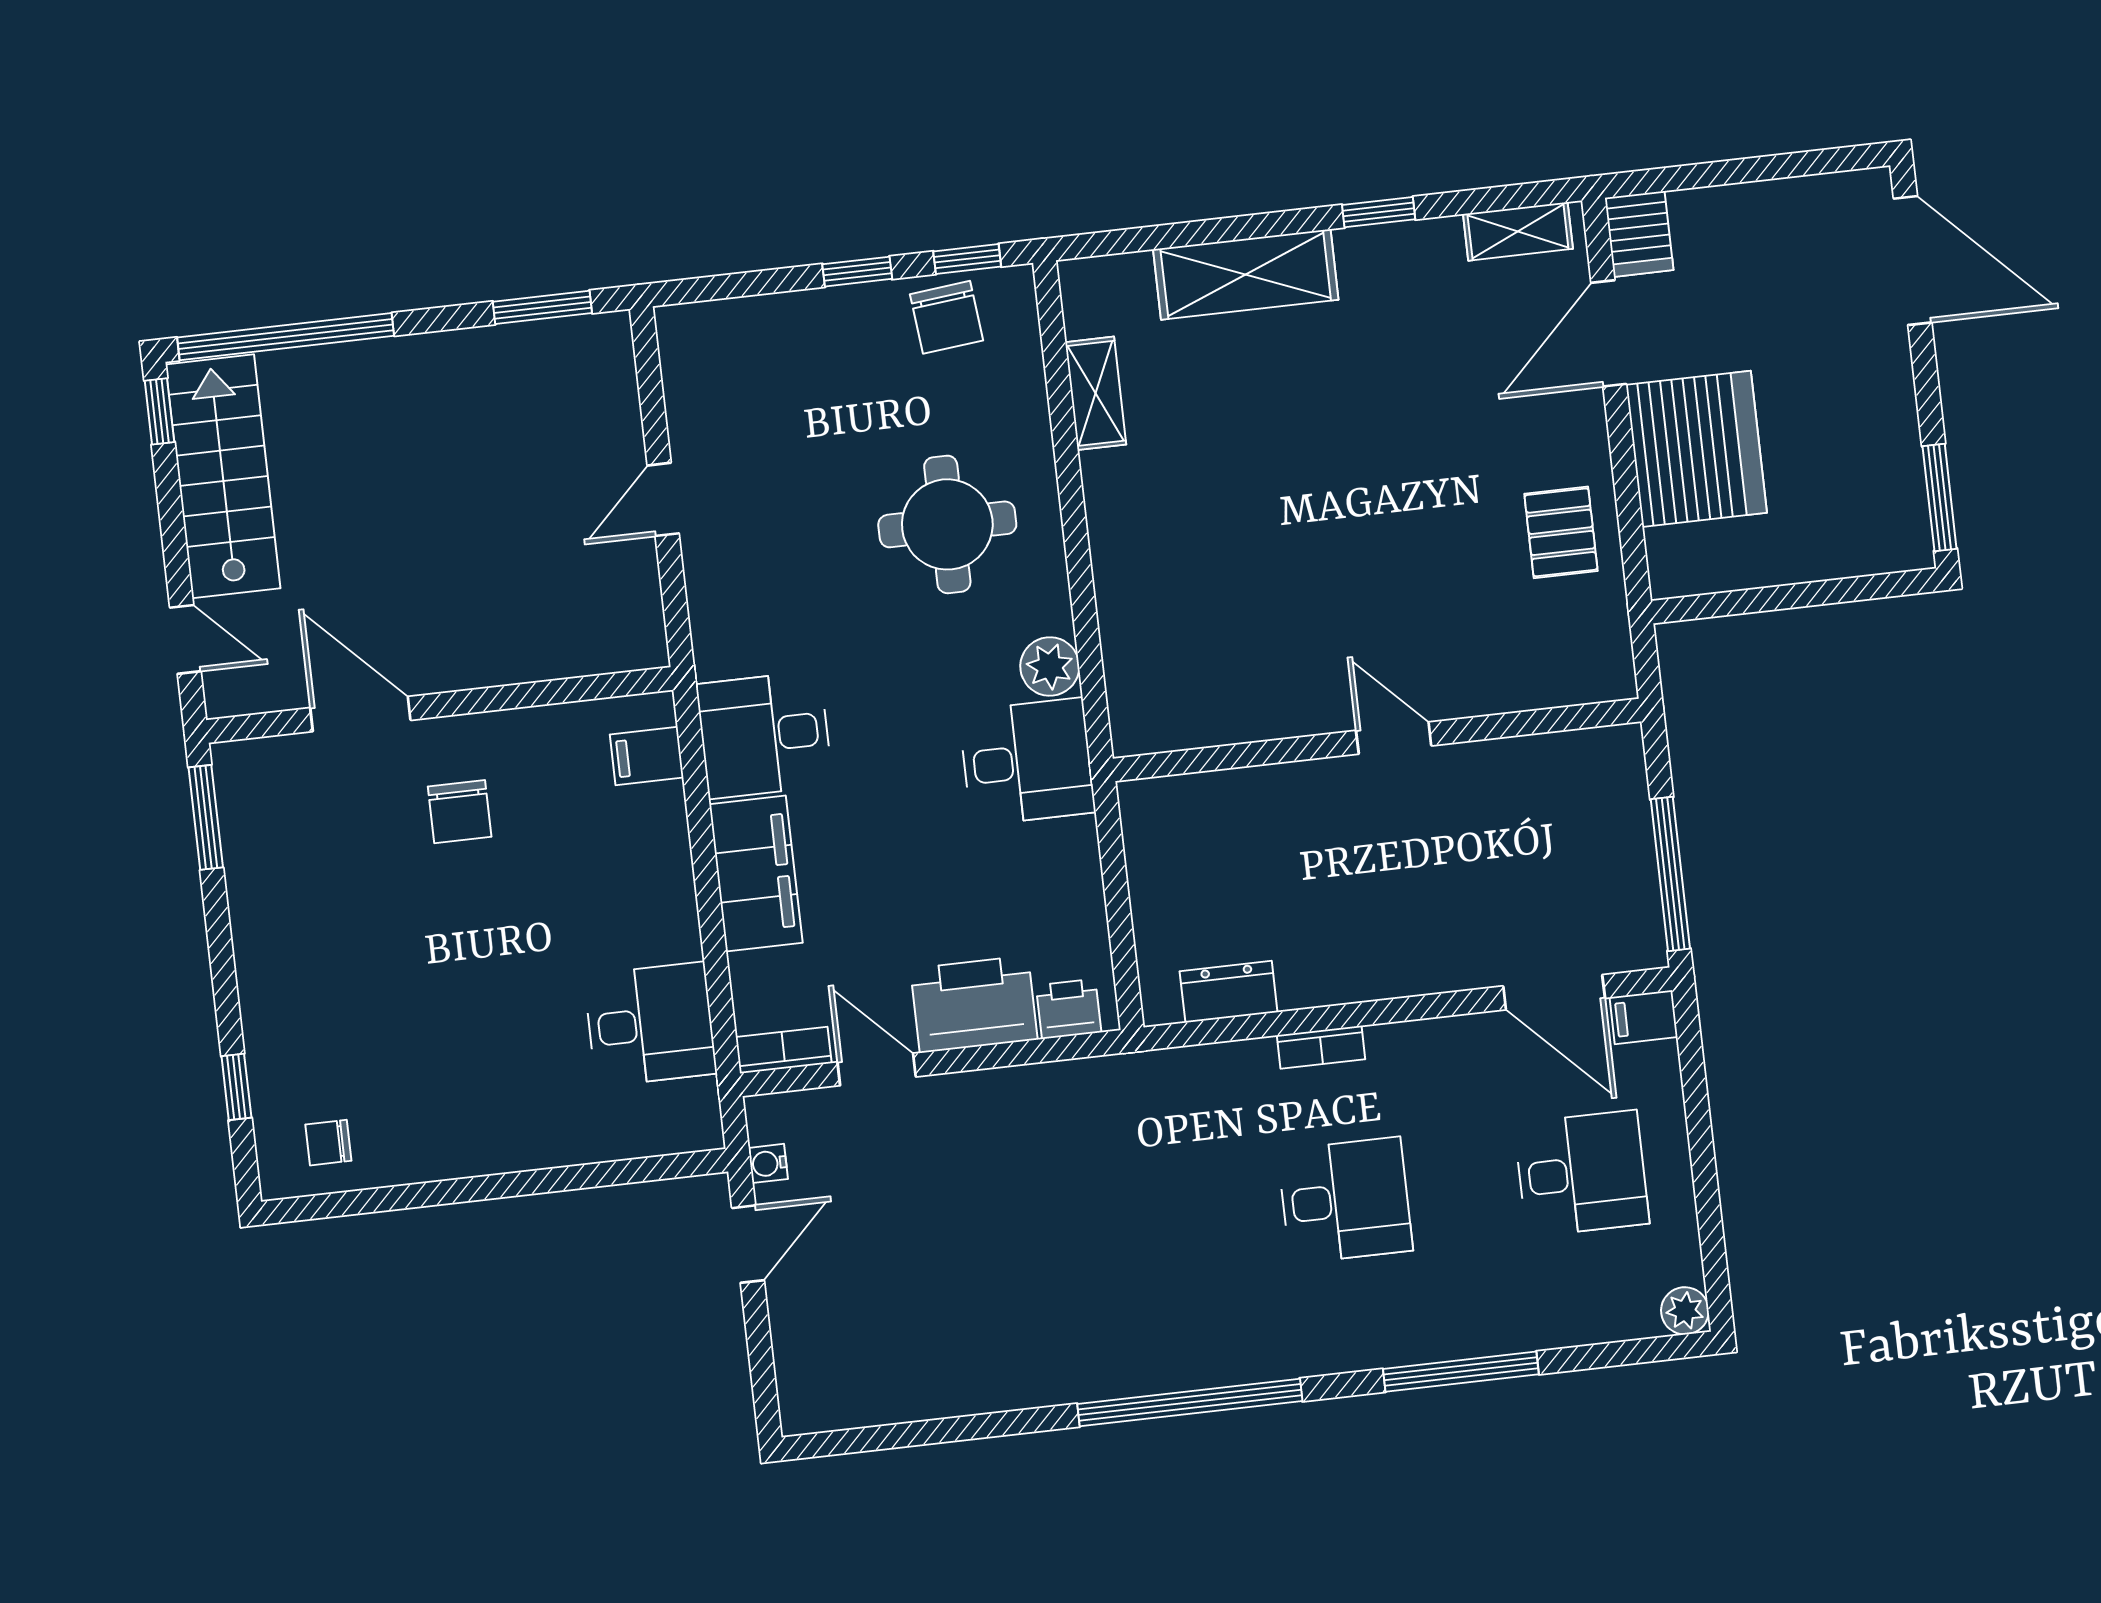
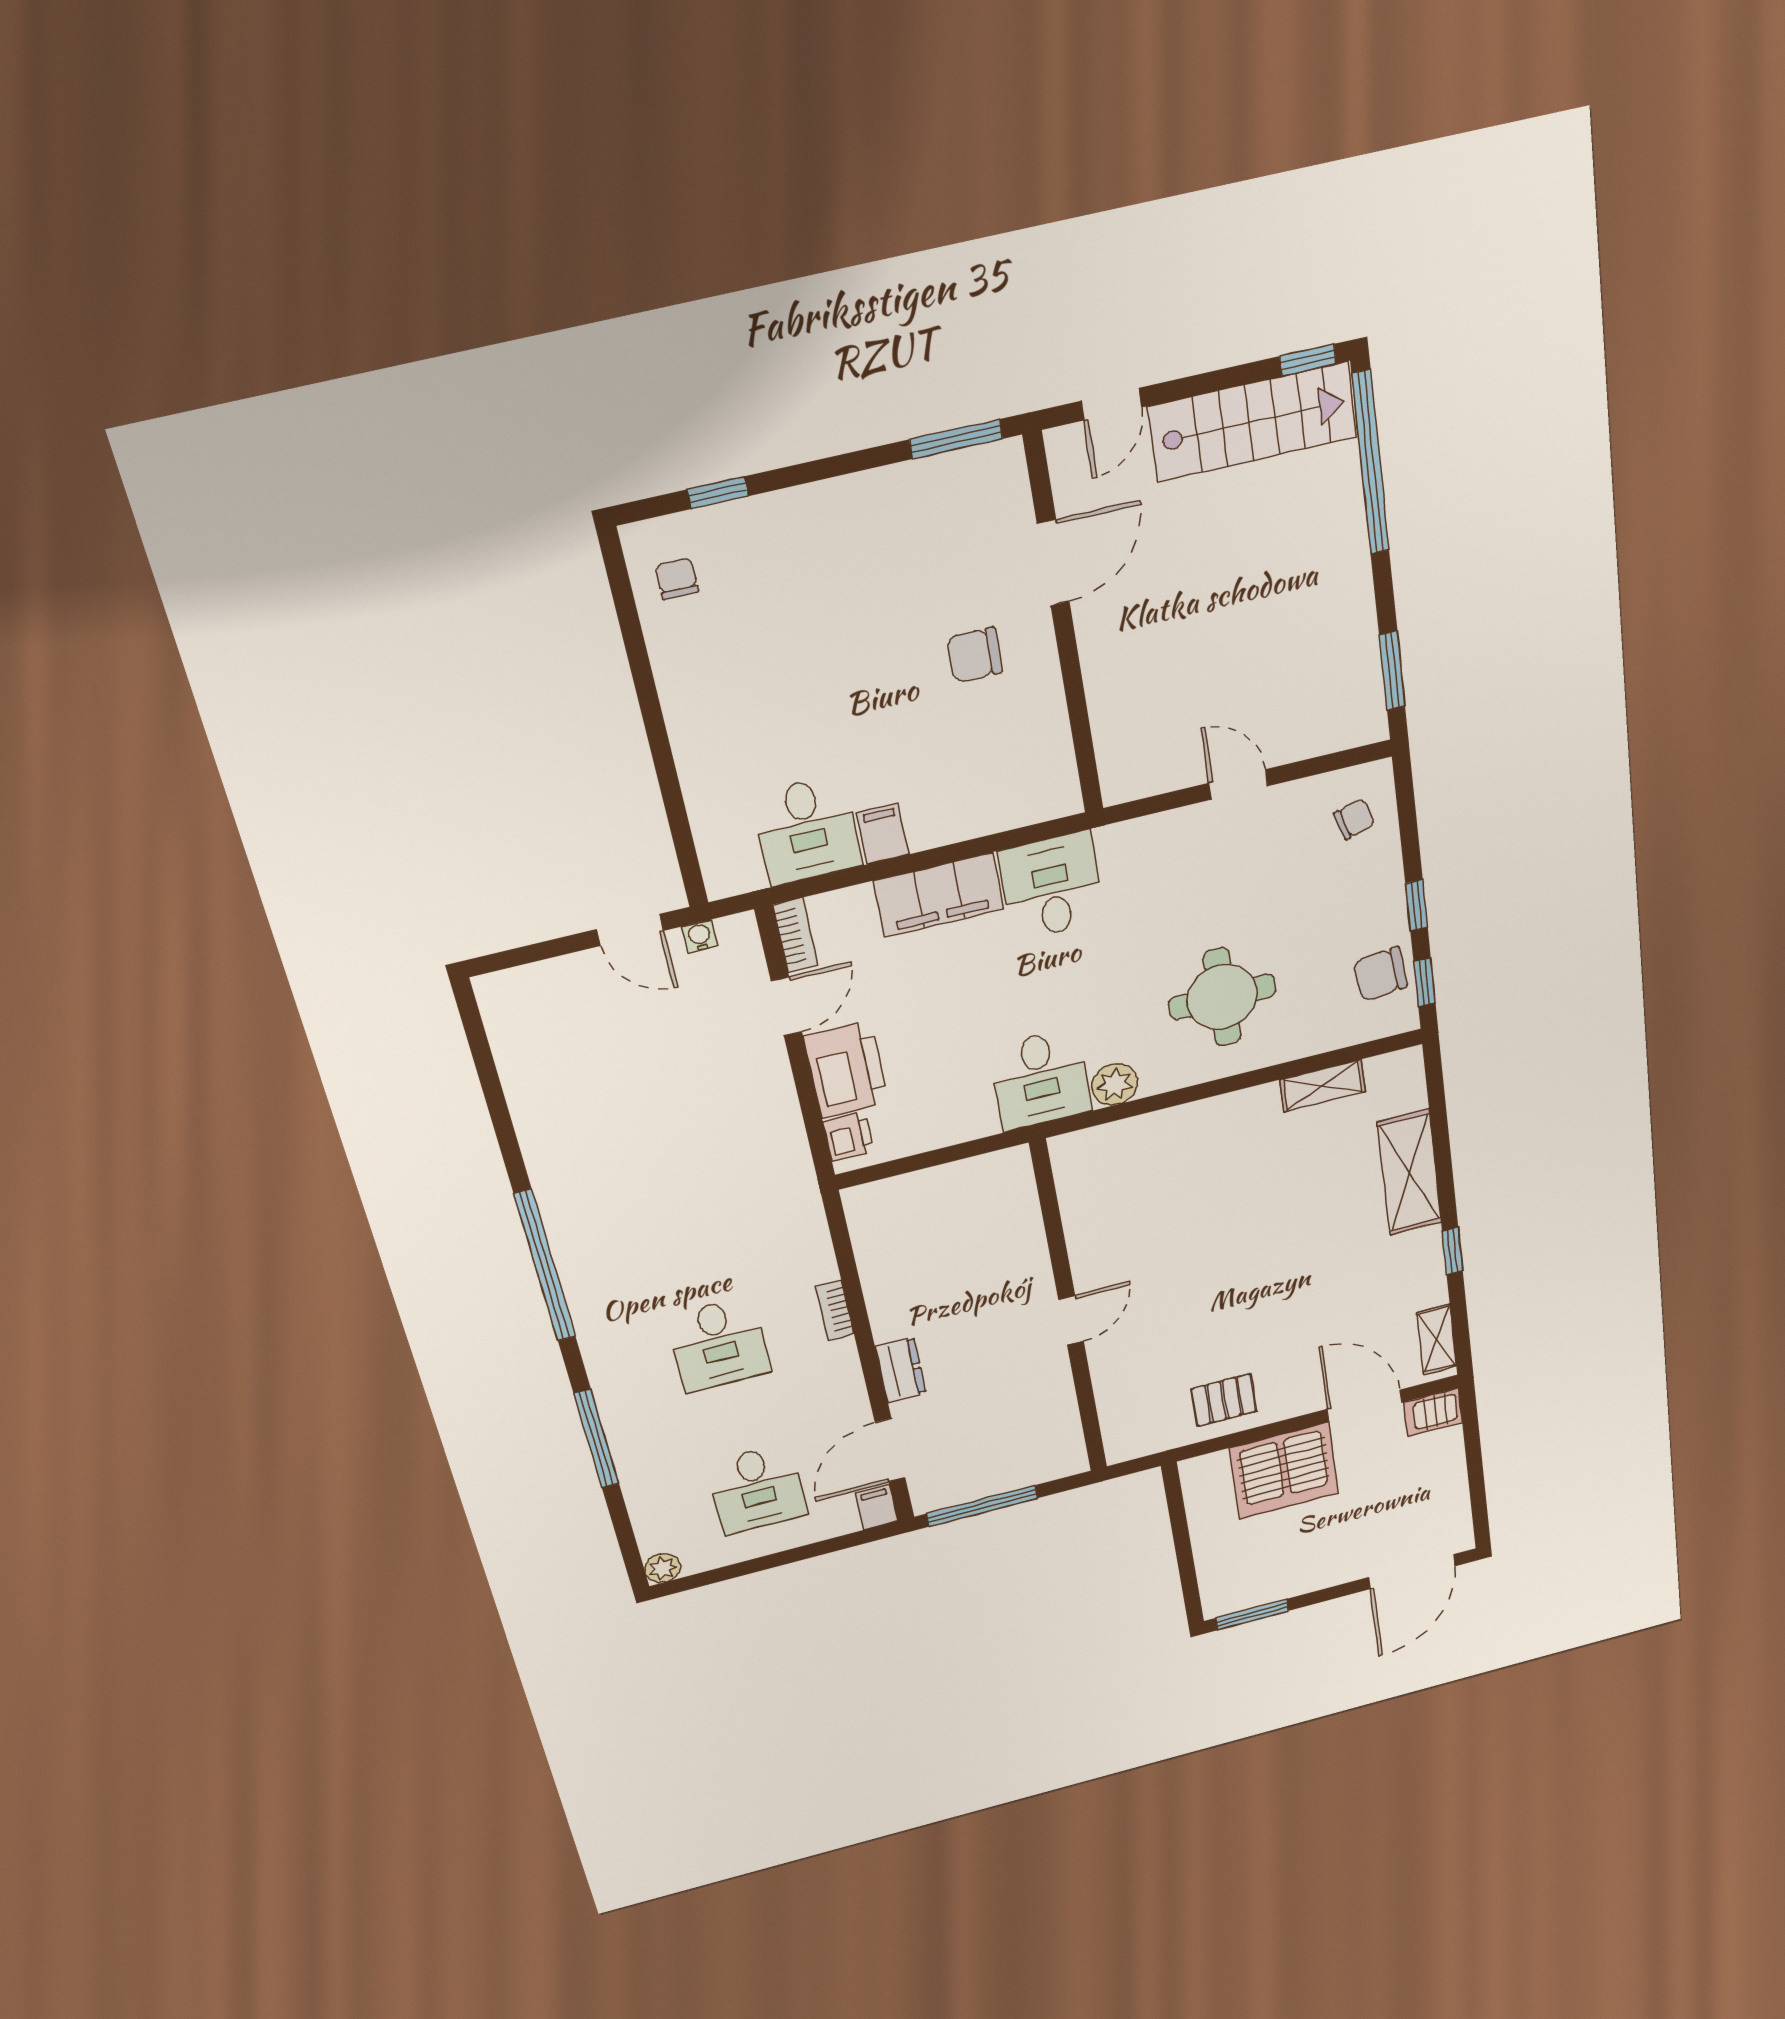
chair: (728, 354) -> (1354, 819), added
filing cabinet: (647, 756) -> (883, 834), moved
dresser: (1229, 992) -> (901, 1370), moved

